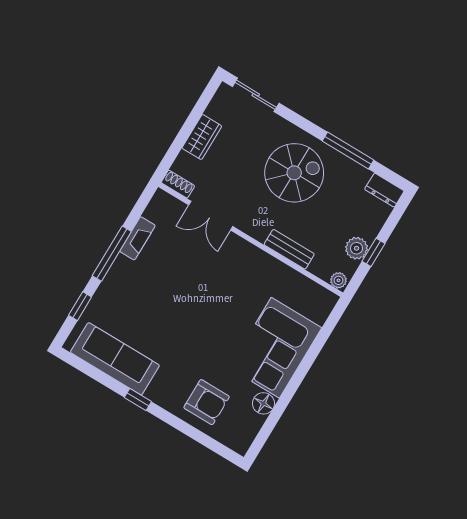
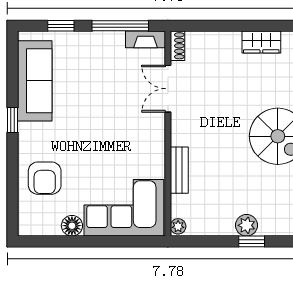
shoe rack: (178, 184) -> (177, 46), moved
double door: (211, 216) -> (168, 89), moved
wall: (251, 240) -> (168, 134), moved
bench: (289, 249) -> (179, 170), moved
plant: (338, 280) -> (178, 226), moved

